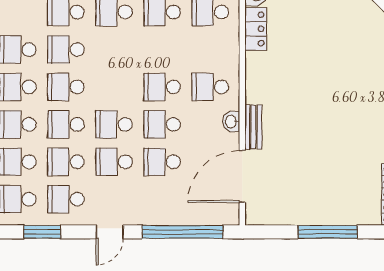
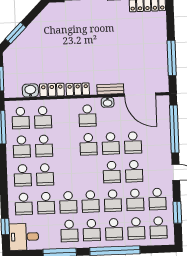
locker: (255, 72) -> (78, 89), added
window: (328, 232) -> (172, 58), moved

